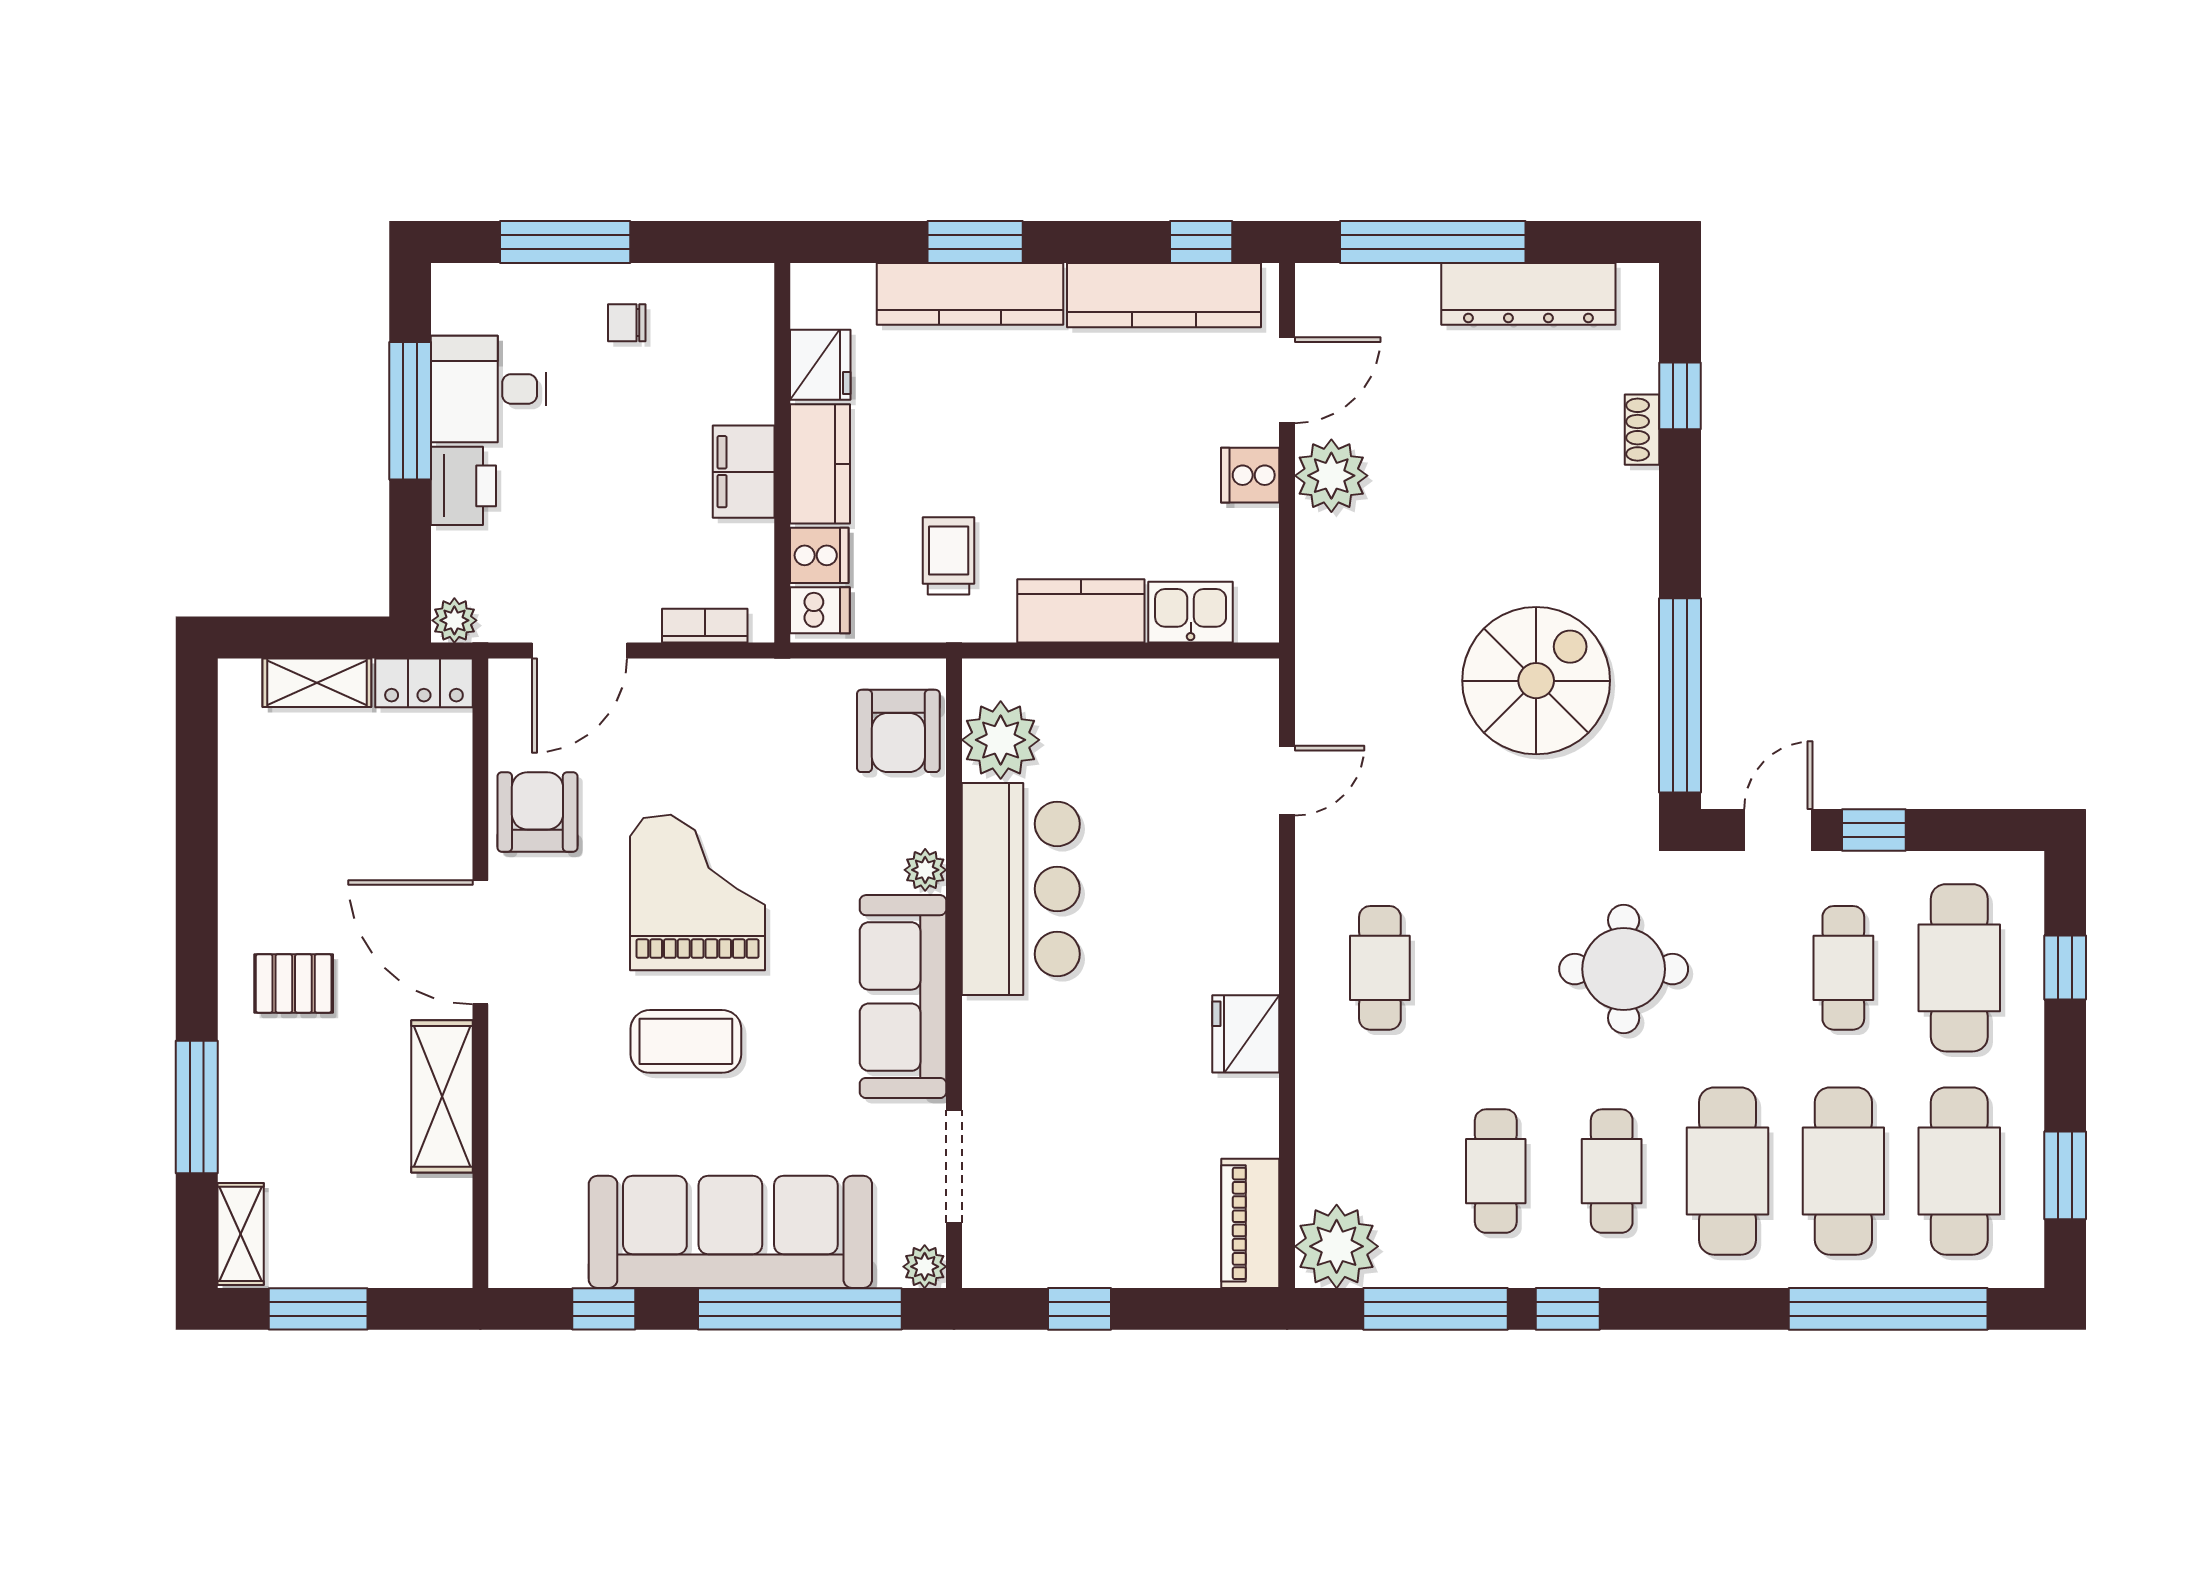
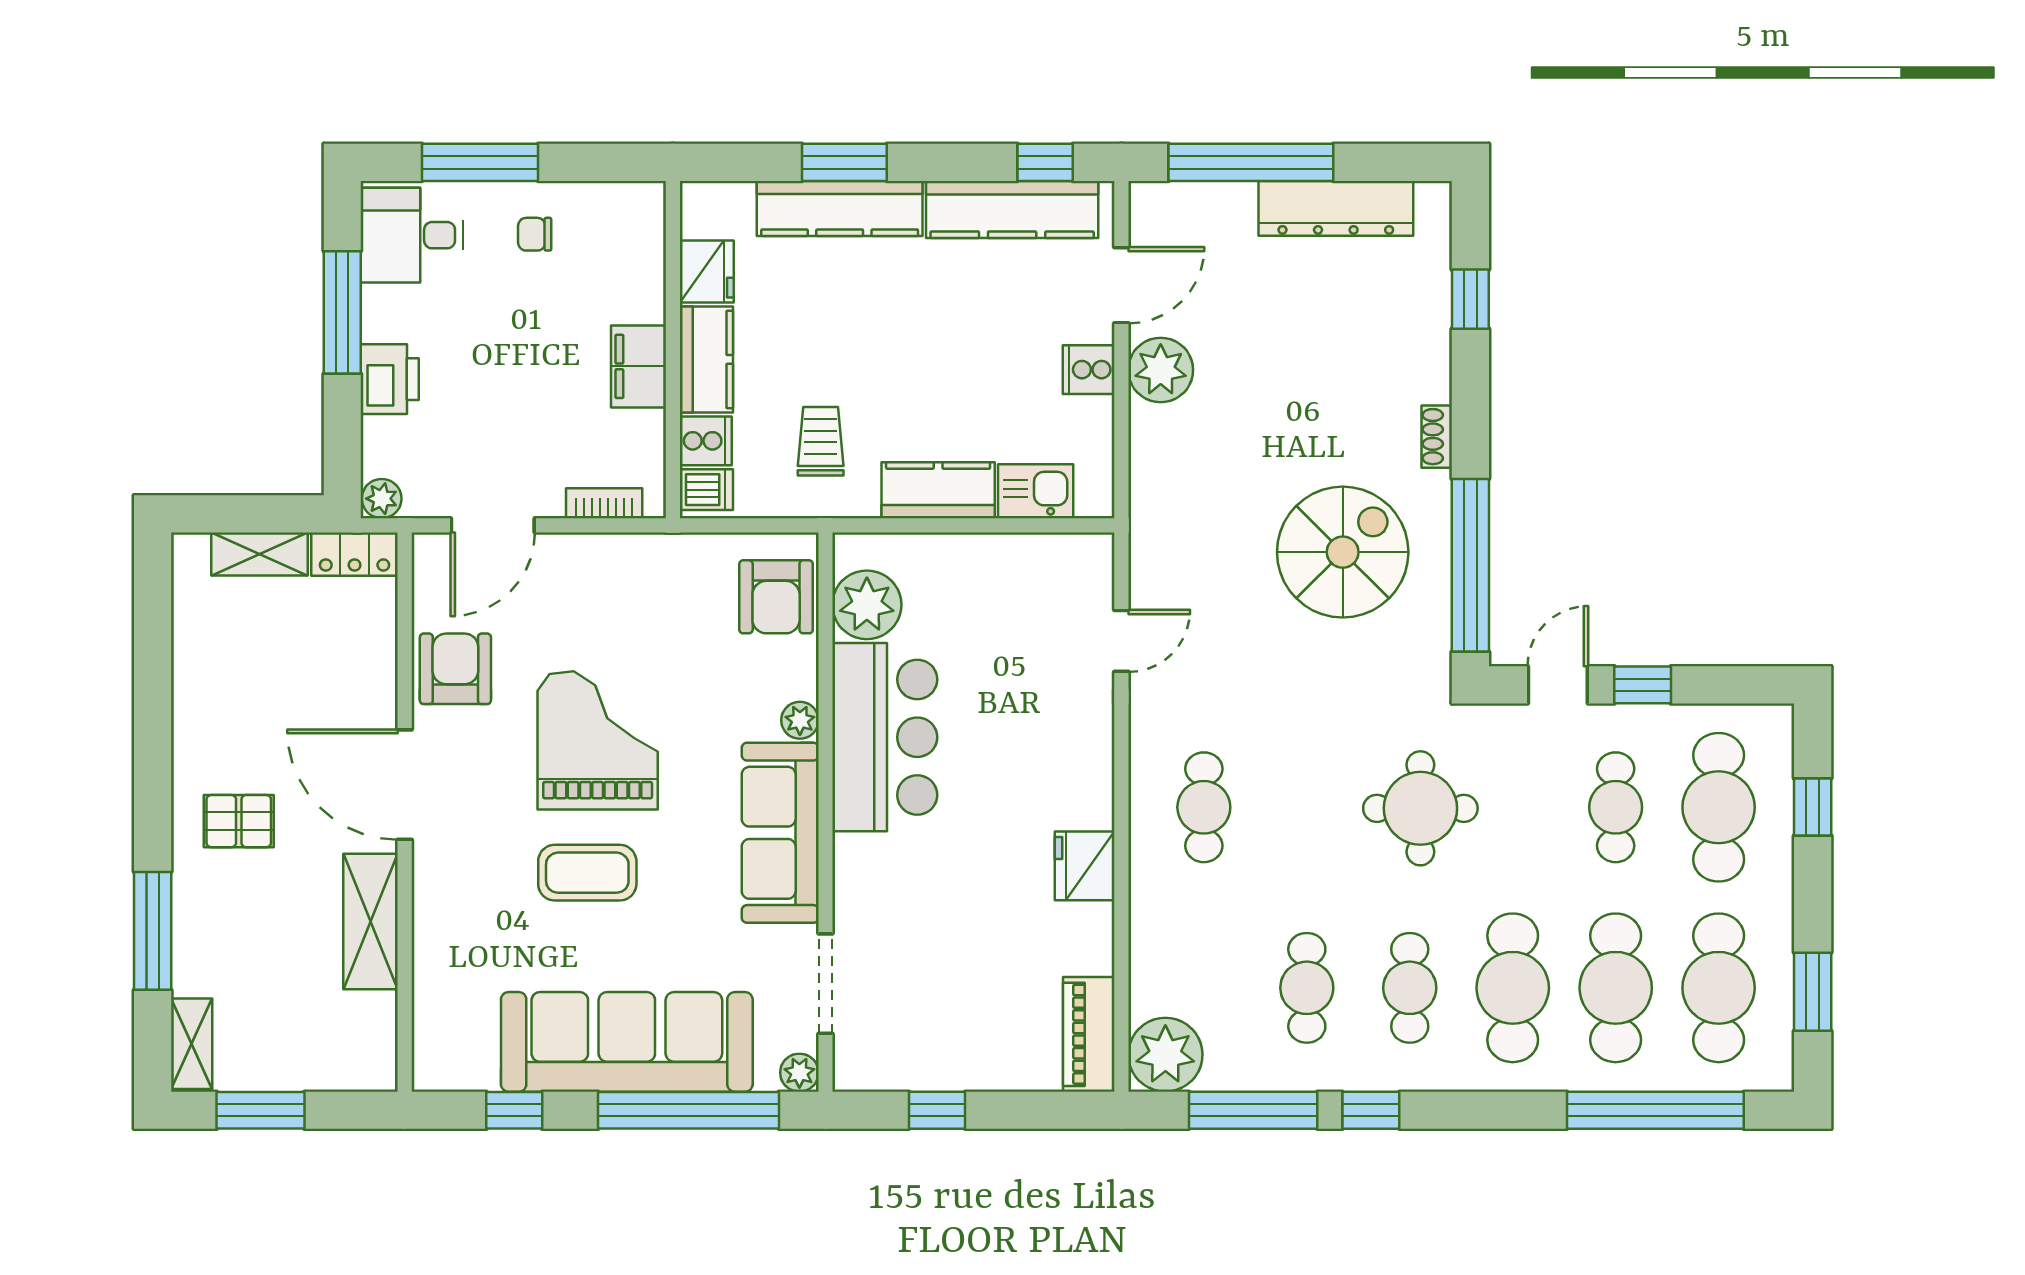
desk: (489, 389) -> (412, 235), moved
shoe rack: (1642, 430) -> (1437, 437), moved

